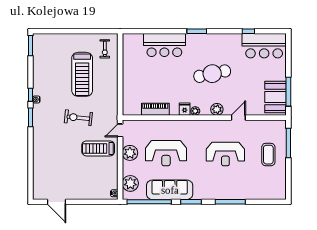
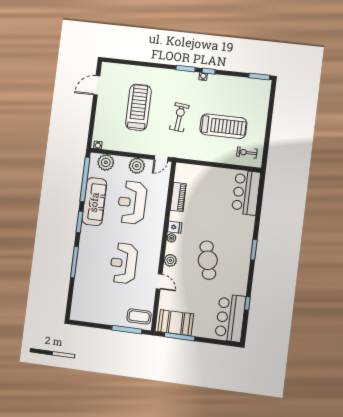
bar counter: (164, 45) -> (246, 193), moved
treadmill: (82, 74) -> (223, 126), turned 180
door: (120, 130) -> (161, 158), swing flipped
treadmill: (98, 148) -> (138, 107), moved, width x1.37, depth x1.38
coffee table: (268, 155) -> (139, 316), moved

